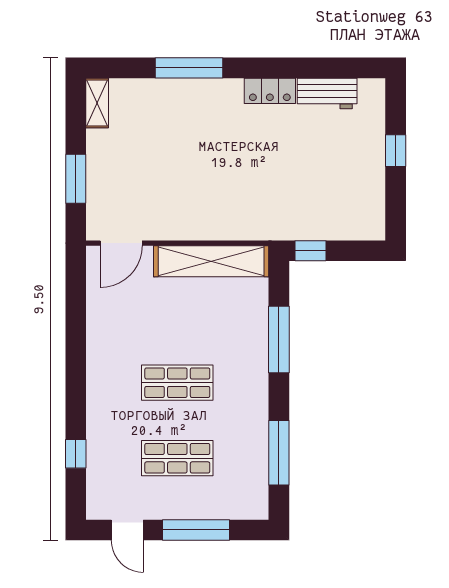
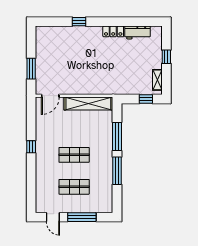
window: (189, 68) -> (79, 22), width x0.46
shelving: (97, 103) -> (157, 80), moved
window: (310, 251) -> (146, 99), moved
window: (279, 453) -> (117, 171), moved
window: (76, 454) -> (31, 147), moved

